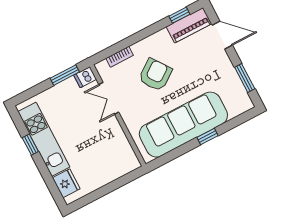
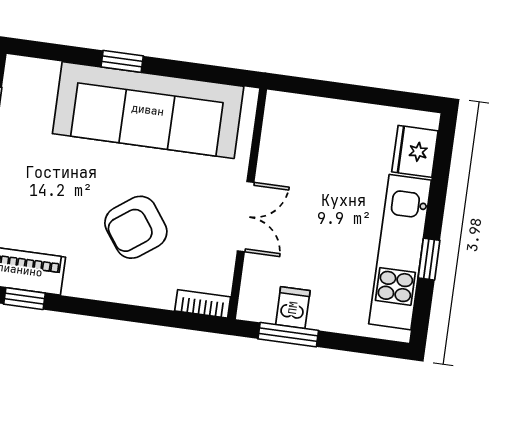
bookcase: (120, 57) -> (203, 304), moved
dishwasher: (85, 77) -> (293, 308), moved, turned -90
double door: (109, 98) -> (246, 217), moved

